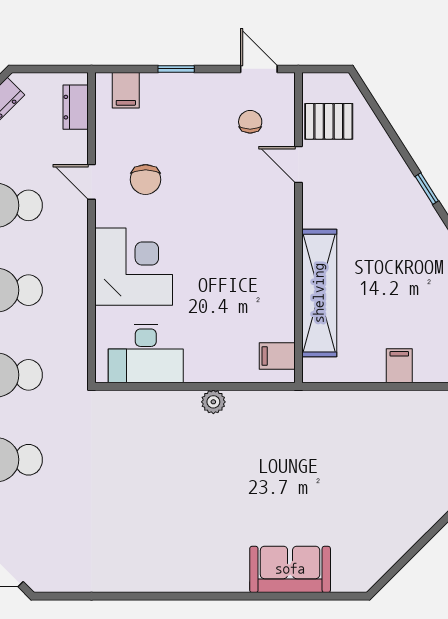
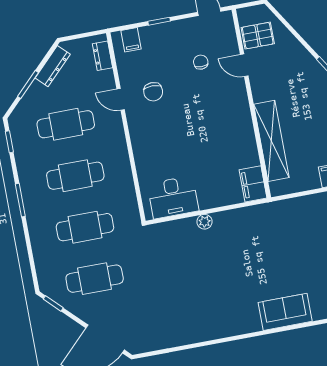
chair: (250, 122) -> (201, 62), moved
corner desk: (134, 267) -> (156, 146), removed
filing cabinet: (277, 356) -> (253, 184), width x2.00
plant: (213, 402) -> (205, 222), moved

